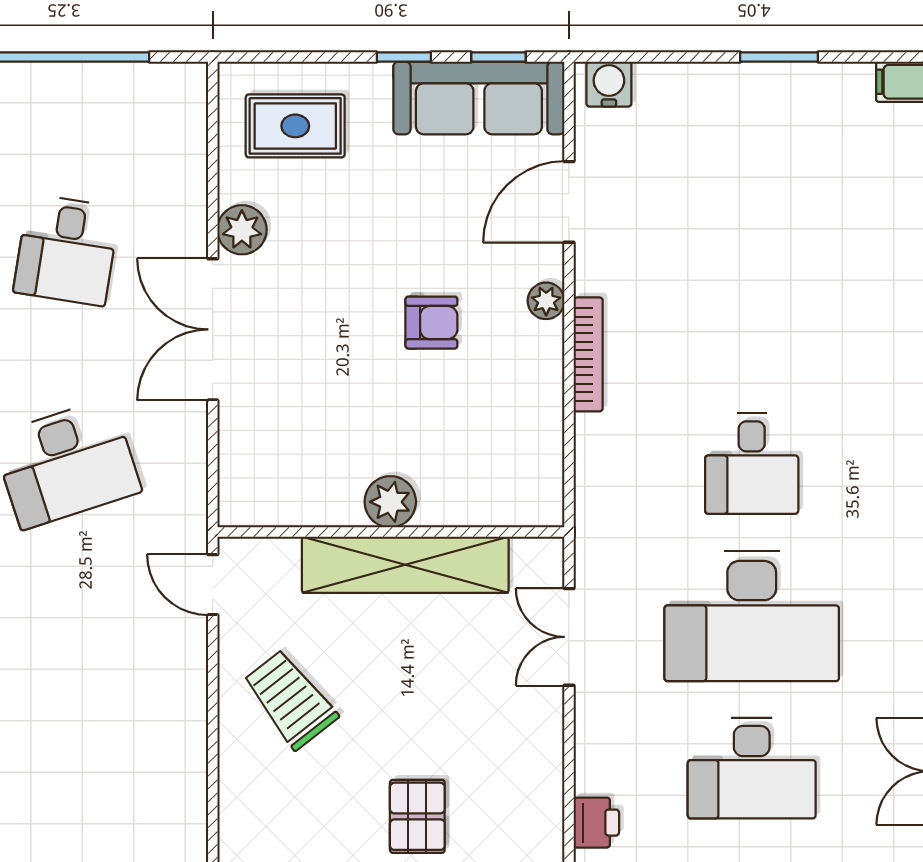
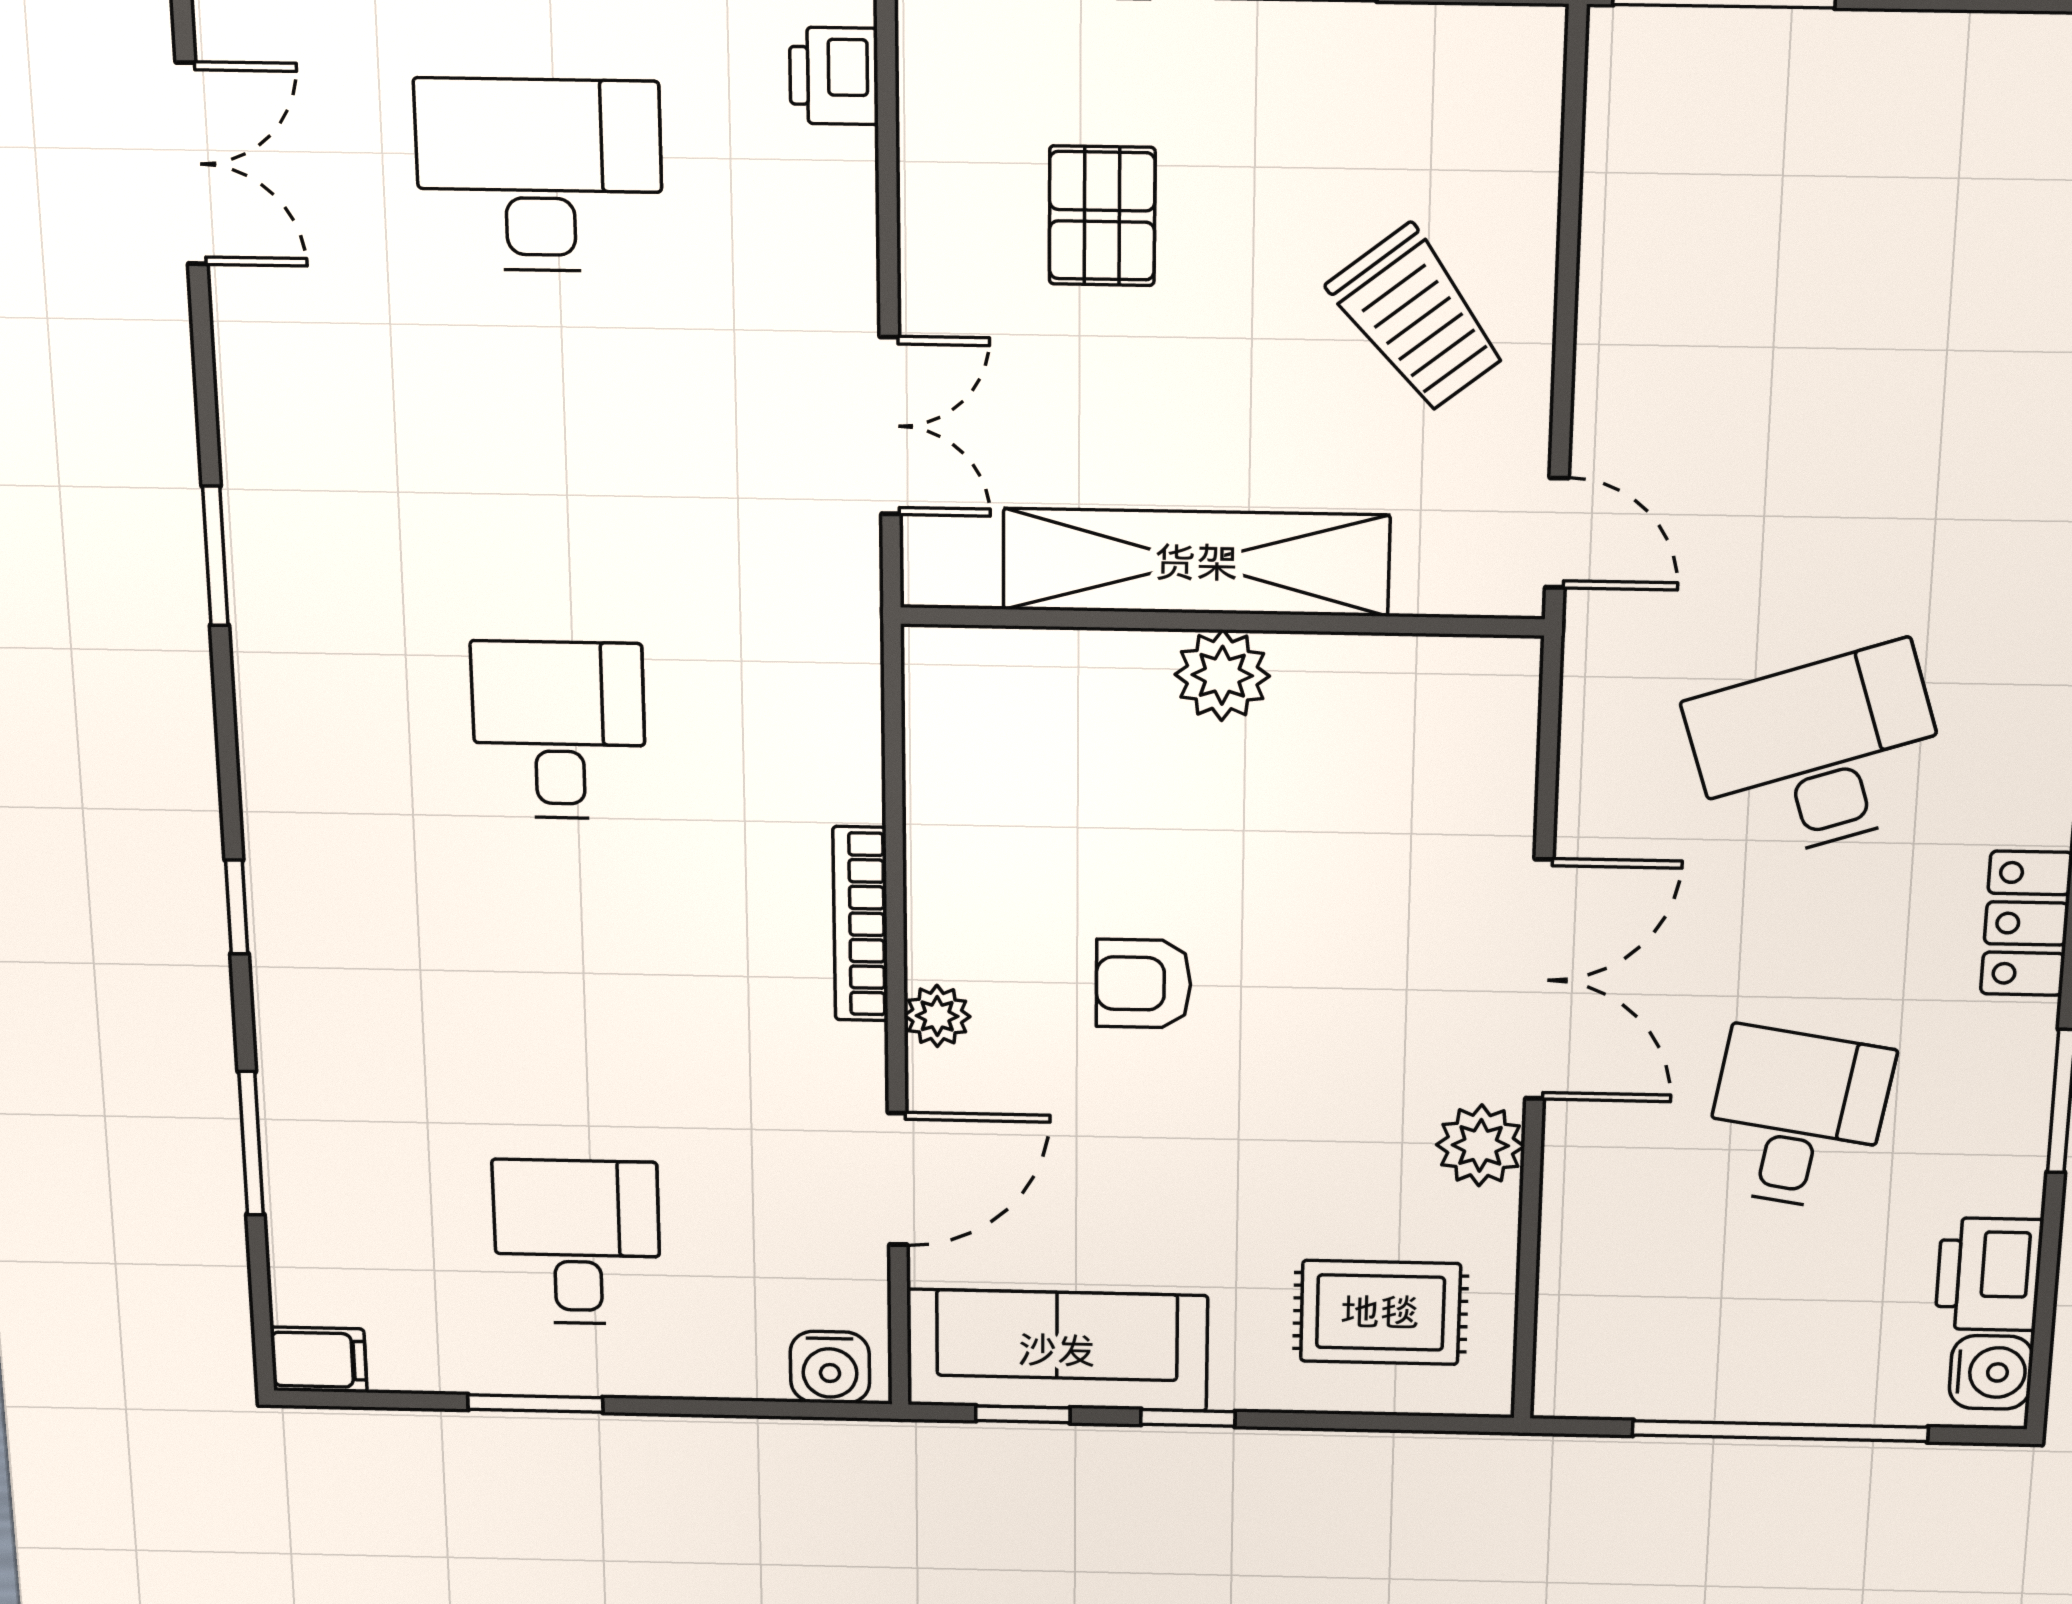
desk: (752, 616) -> (577, 1242), moved, width x0.53, depth x0.77
pallet: (417, 816) -> (1102, 216), moved

